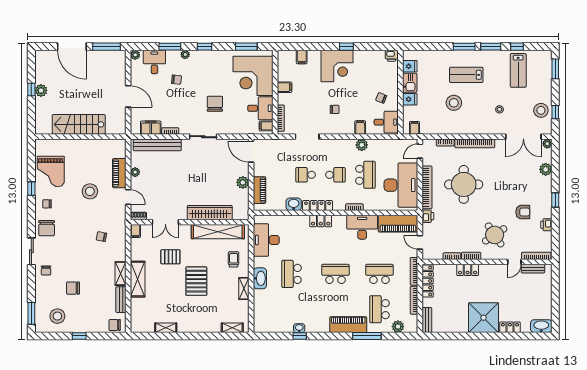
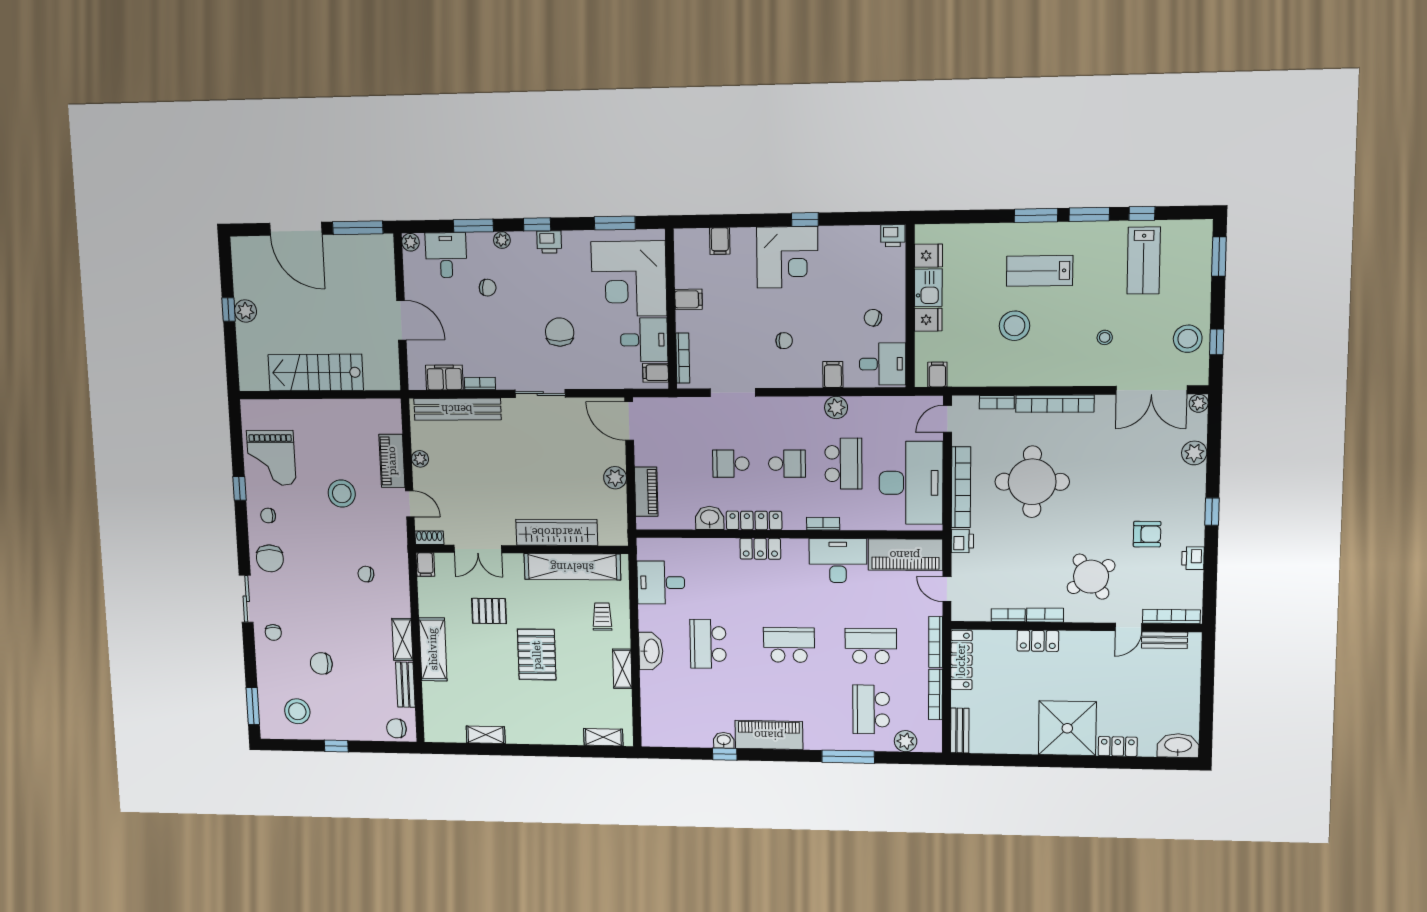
printer: (211, 56) -> (549, 242), added
desk: (266, 240) -> (661, 583), width x0.73
piano: (348, 325) -> (769, 735), moved

